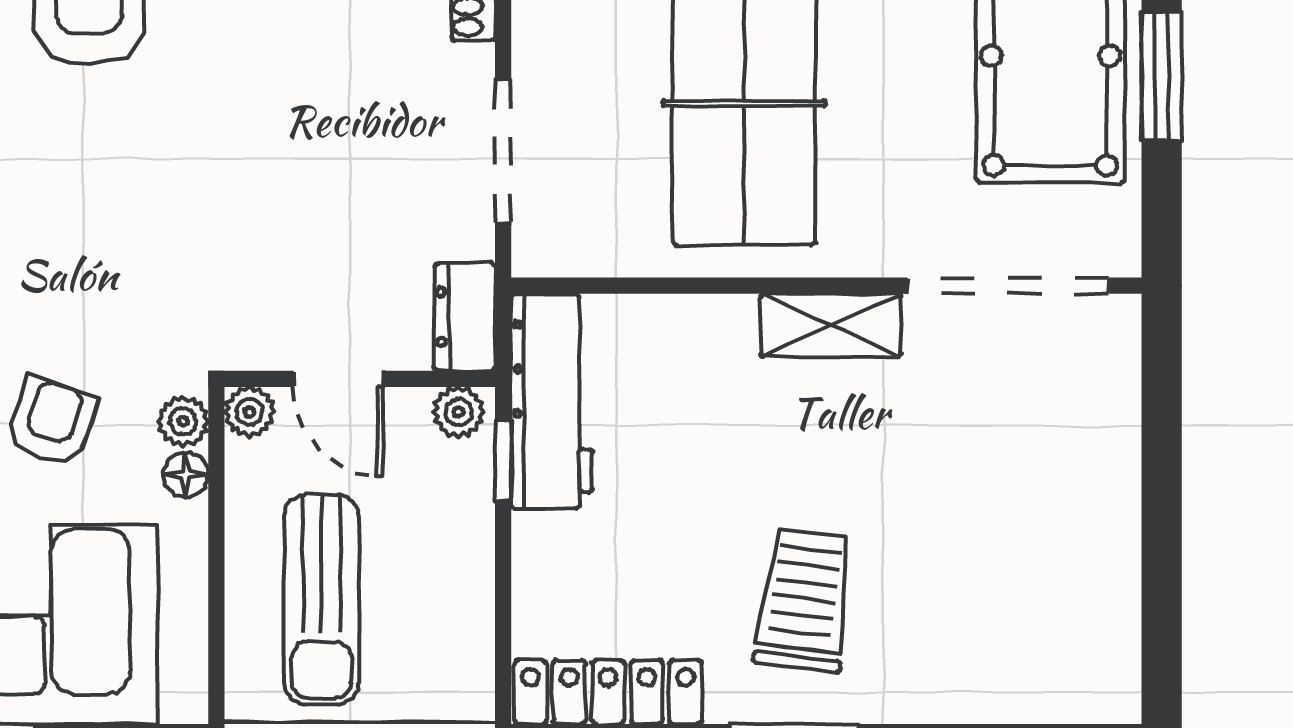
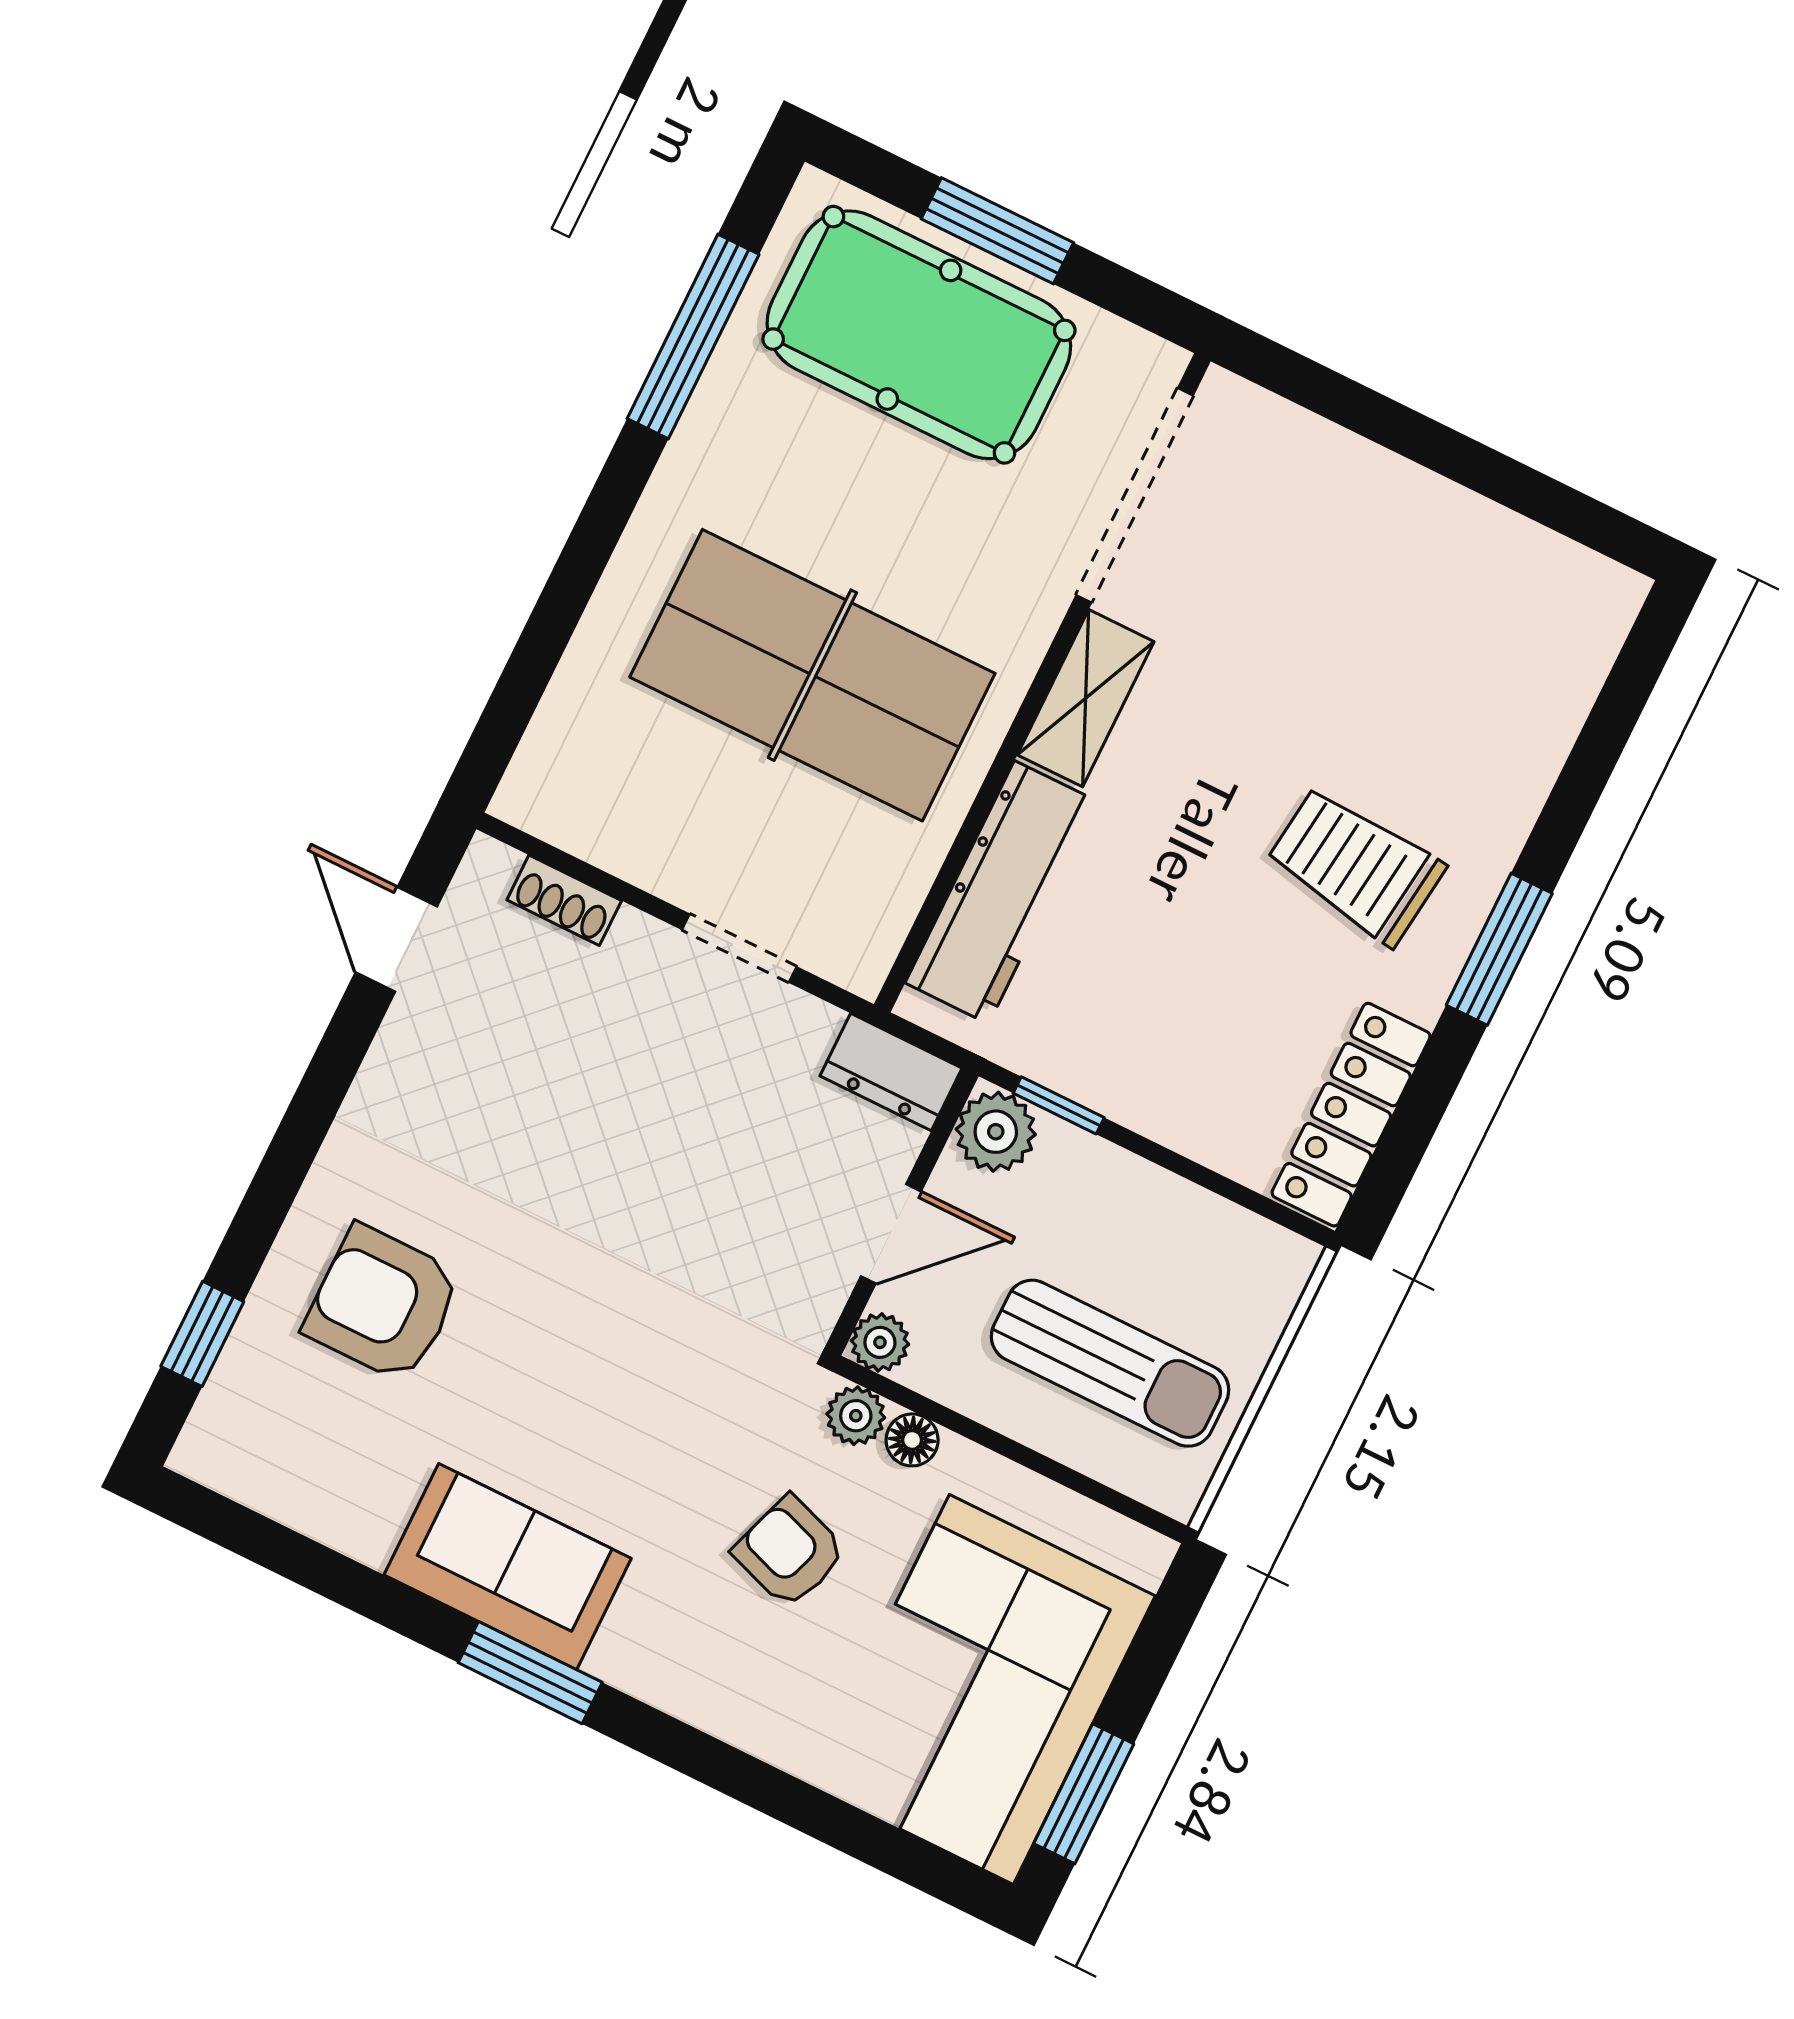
doorway: (503, 151) -> (739, 948), width x0.73
workbench: (552, 401) -> (1002, 892), moved, turned 90
plant: (458, 412) -> (996, 1132), width x1.38, depth x1.38

